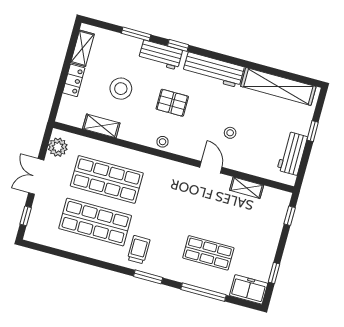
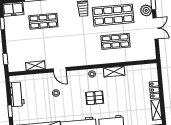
stool: (121, 89) -> (126, 95), removed
shelving: (101, 126) -> (114, 72), moved
plant: (58, 147) -> (146, 10), moved
shop shelf: (107, 179) -> (115, 41), width x0.70, depth x0.74

